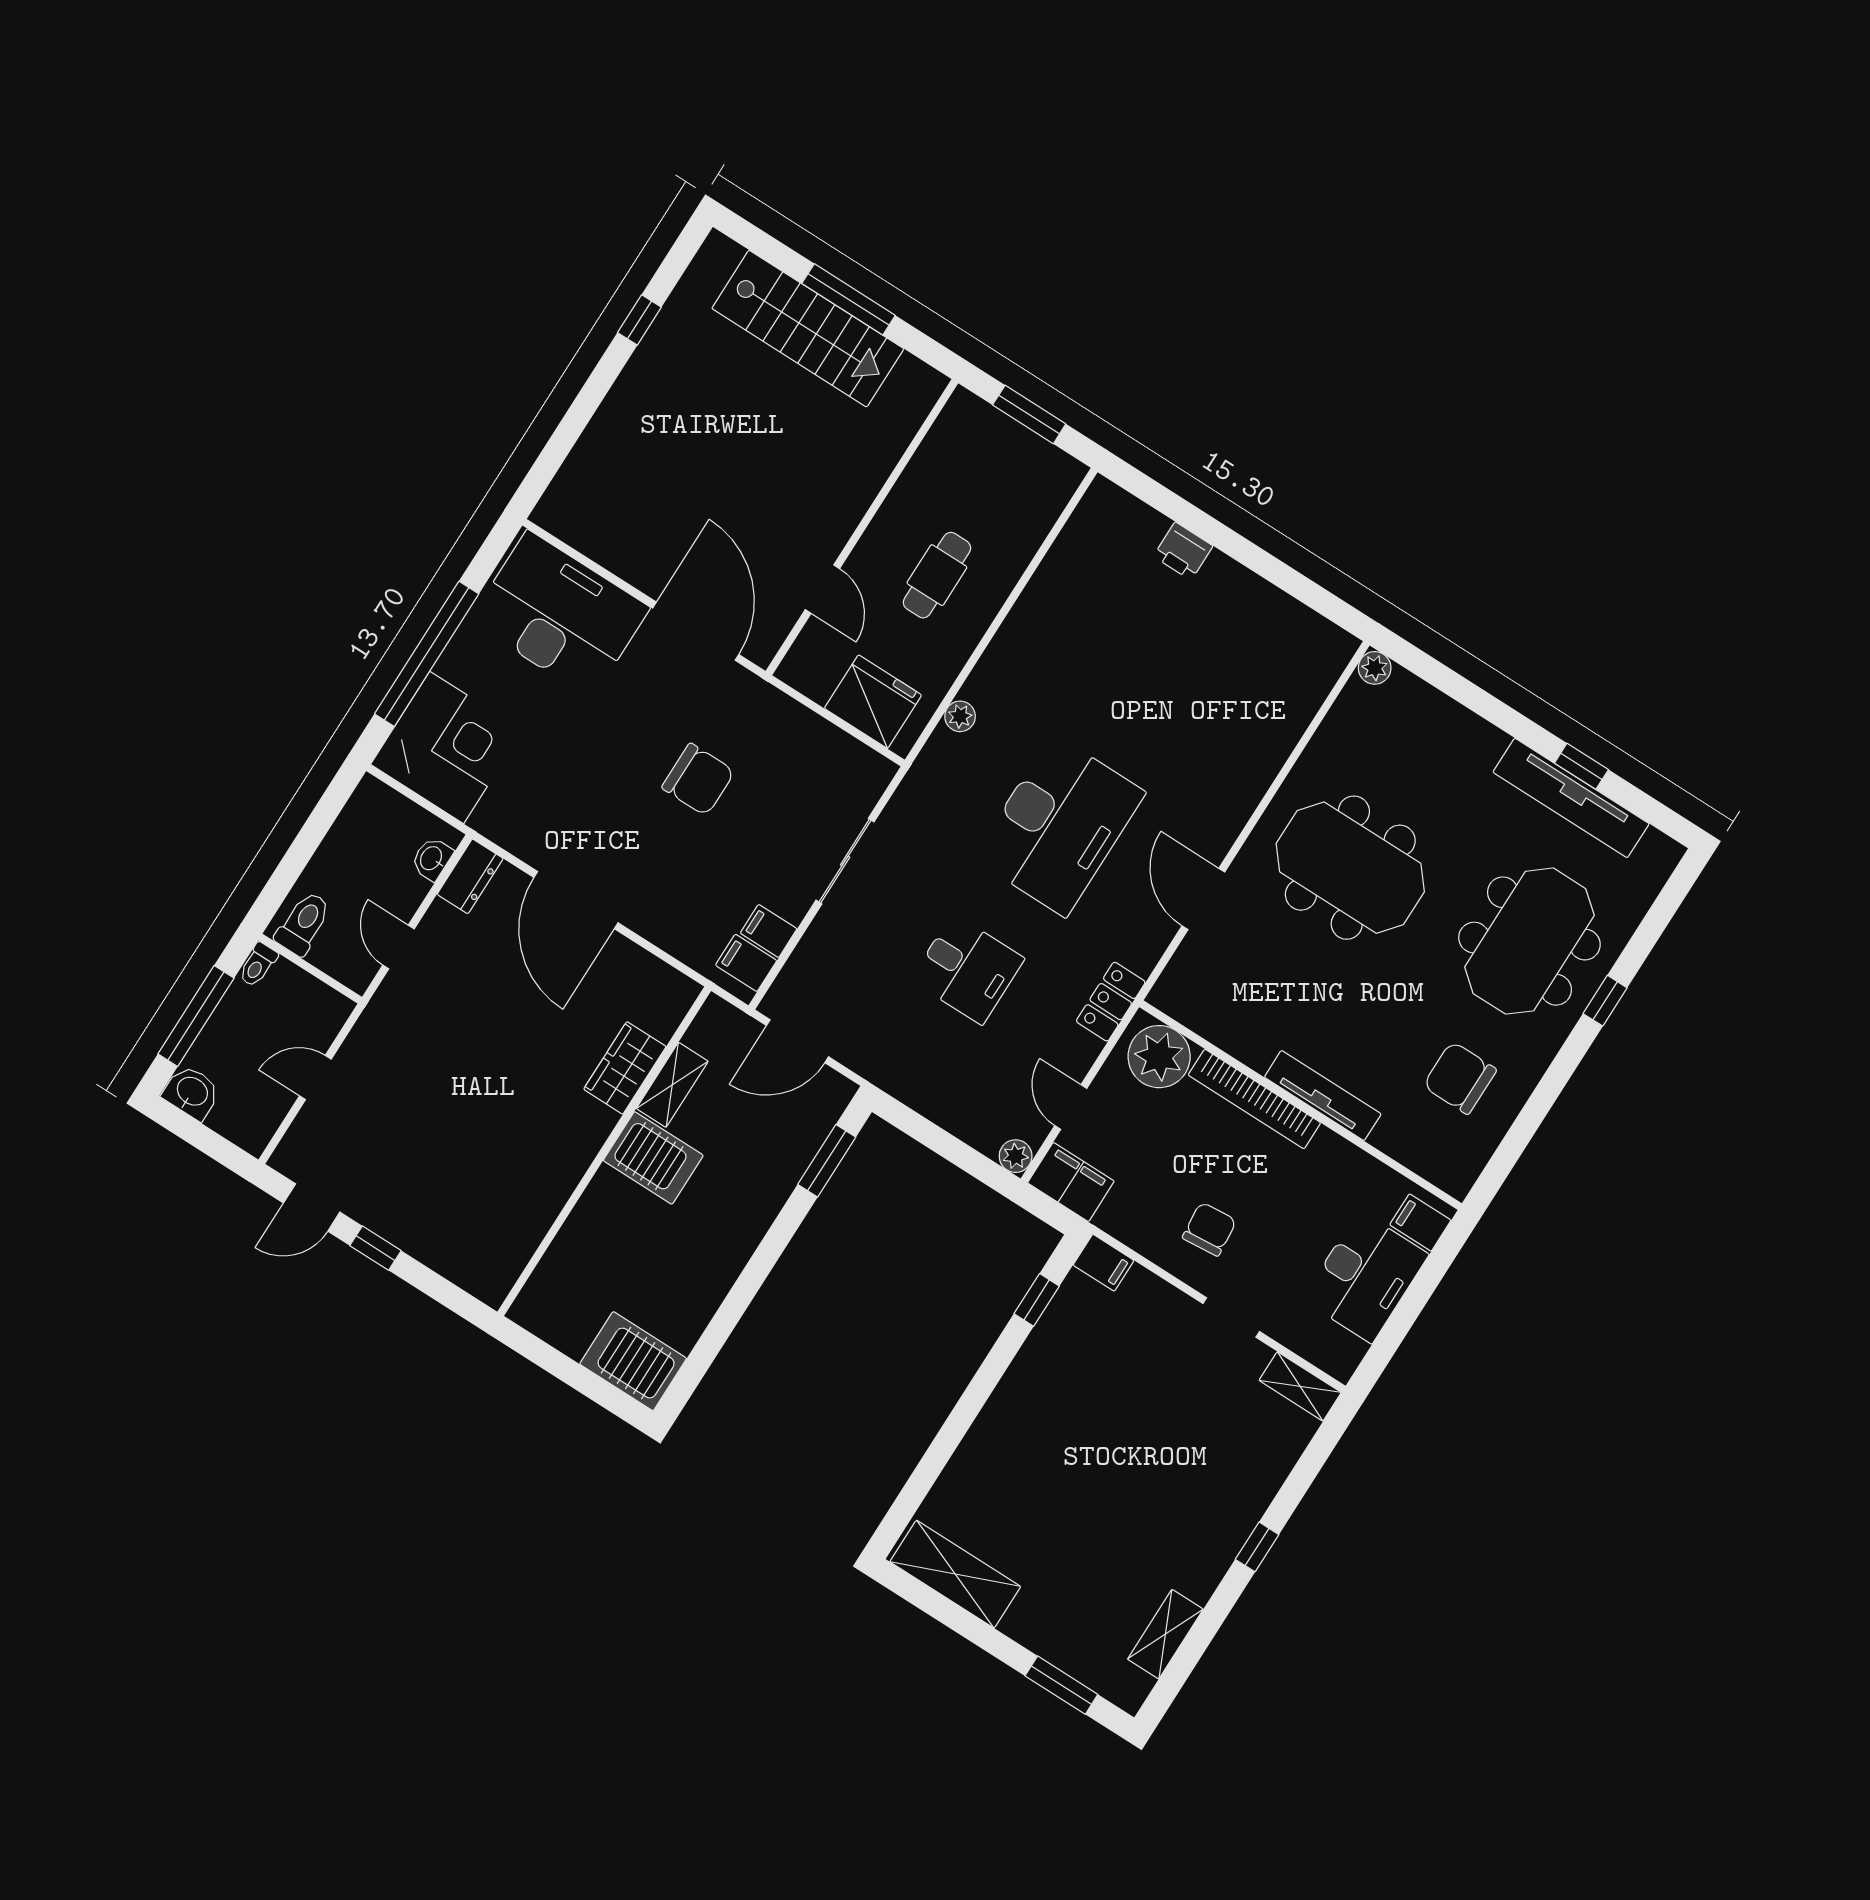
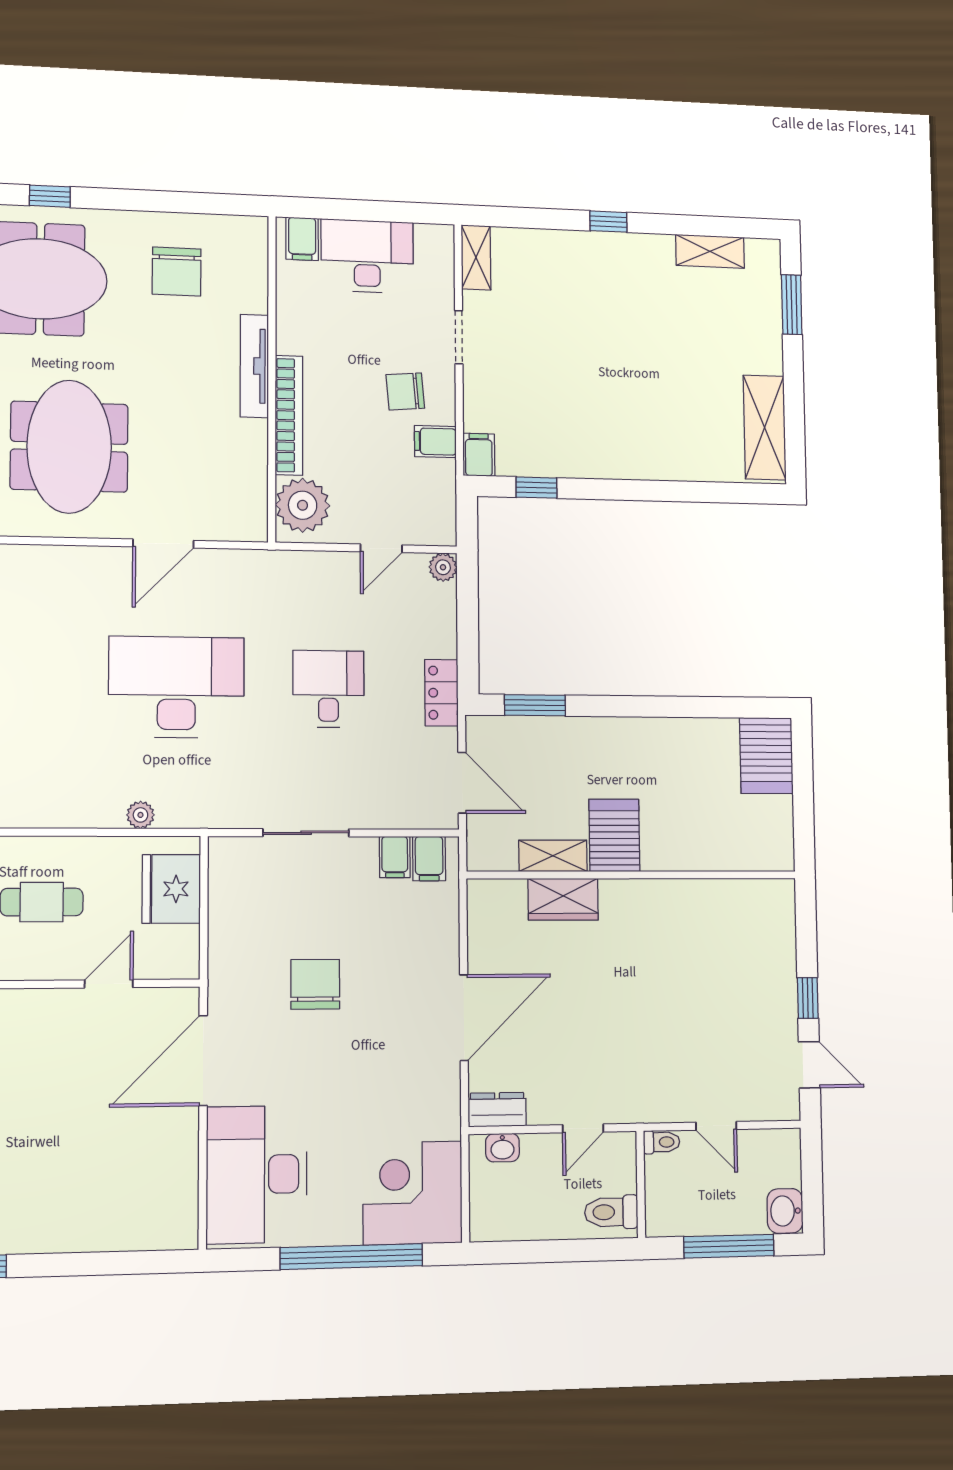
toilet: (258, 965) -> (662, 1142), moved
locker: (1111, 1002) -> (442, 693), moved, turned 90
filing cabinet: (1071, 1182) -> (435, 441), moved, width x0.50

